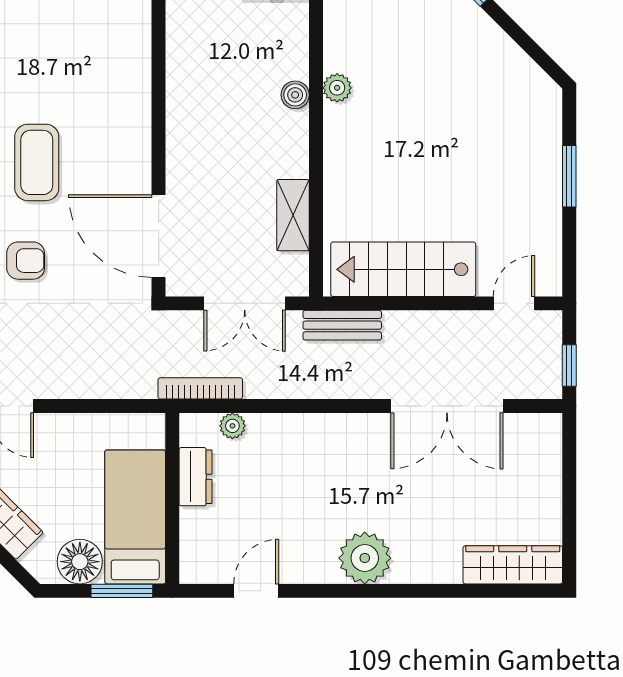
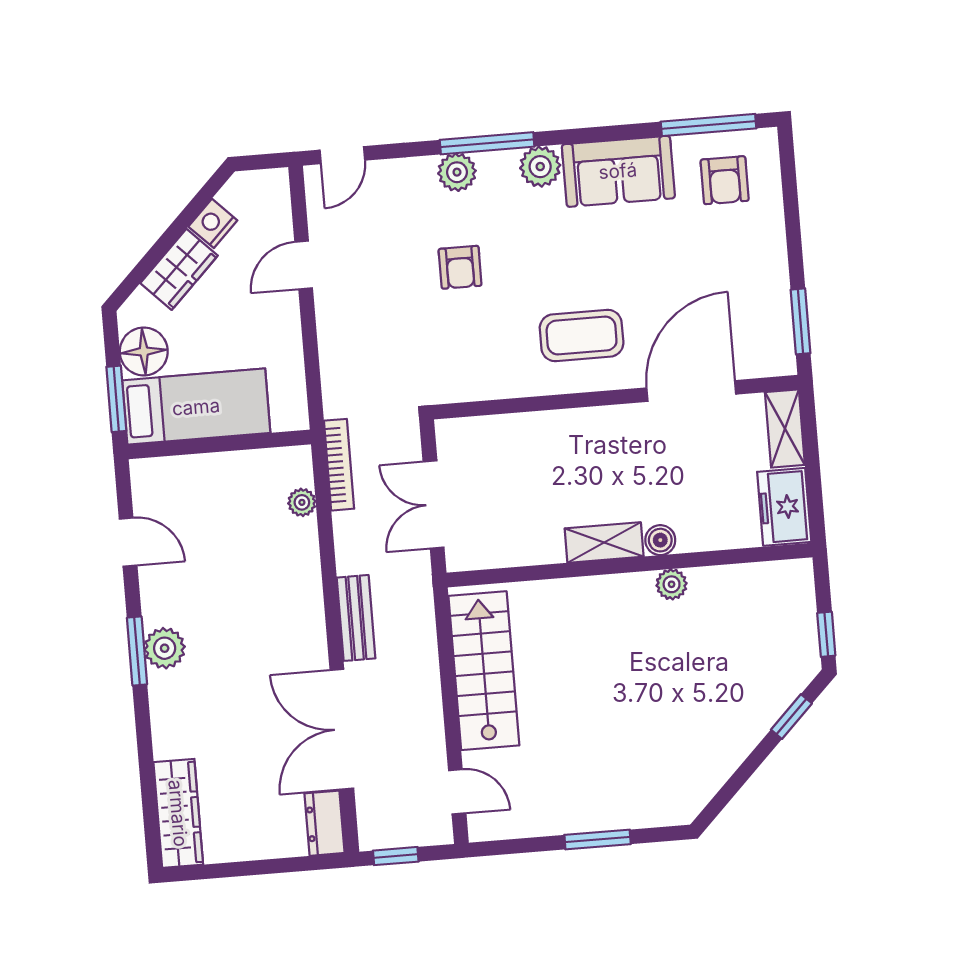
coffee table: (37, 162) -> (582, 335), moved
shelving: (293, 215) -> (604, 542), moved
door: (159, 236) -> (691, 391), moved
bench: (342, 325) -> (356, 618), moved
dresser: (196, 477) -> (325, 823), moved, turned 90
plant: (365, 558) -> (165, 648), width x0.73, depth x0.73
window: (358, 591) -> (137, 651), added

